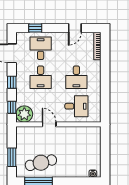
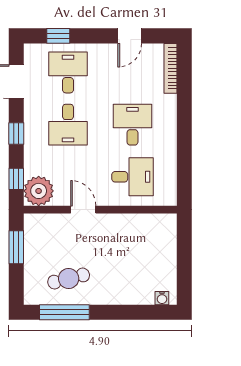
desk: (76, 77) -> (132, 125), turned 180
window: (12, 157) -> (16, 247), moved
cafe table: (41, 163) -> (69, 279), width x0.73, depth x0.74

